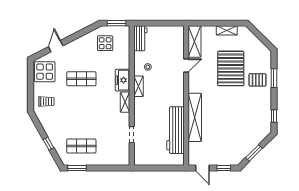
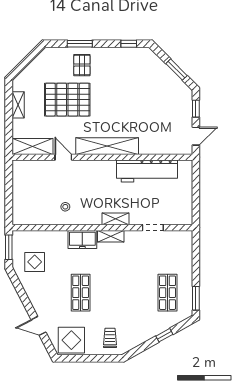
workbench: (140, 38) -> (28, 217), removed
shelving: (138, 86) -> (115, 219), moved
shelving: (195, 117) -> (107, 146), moved

